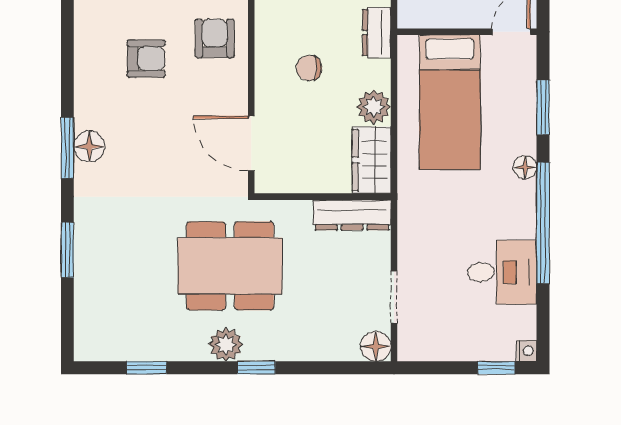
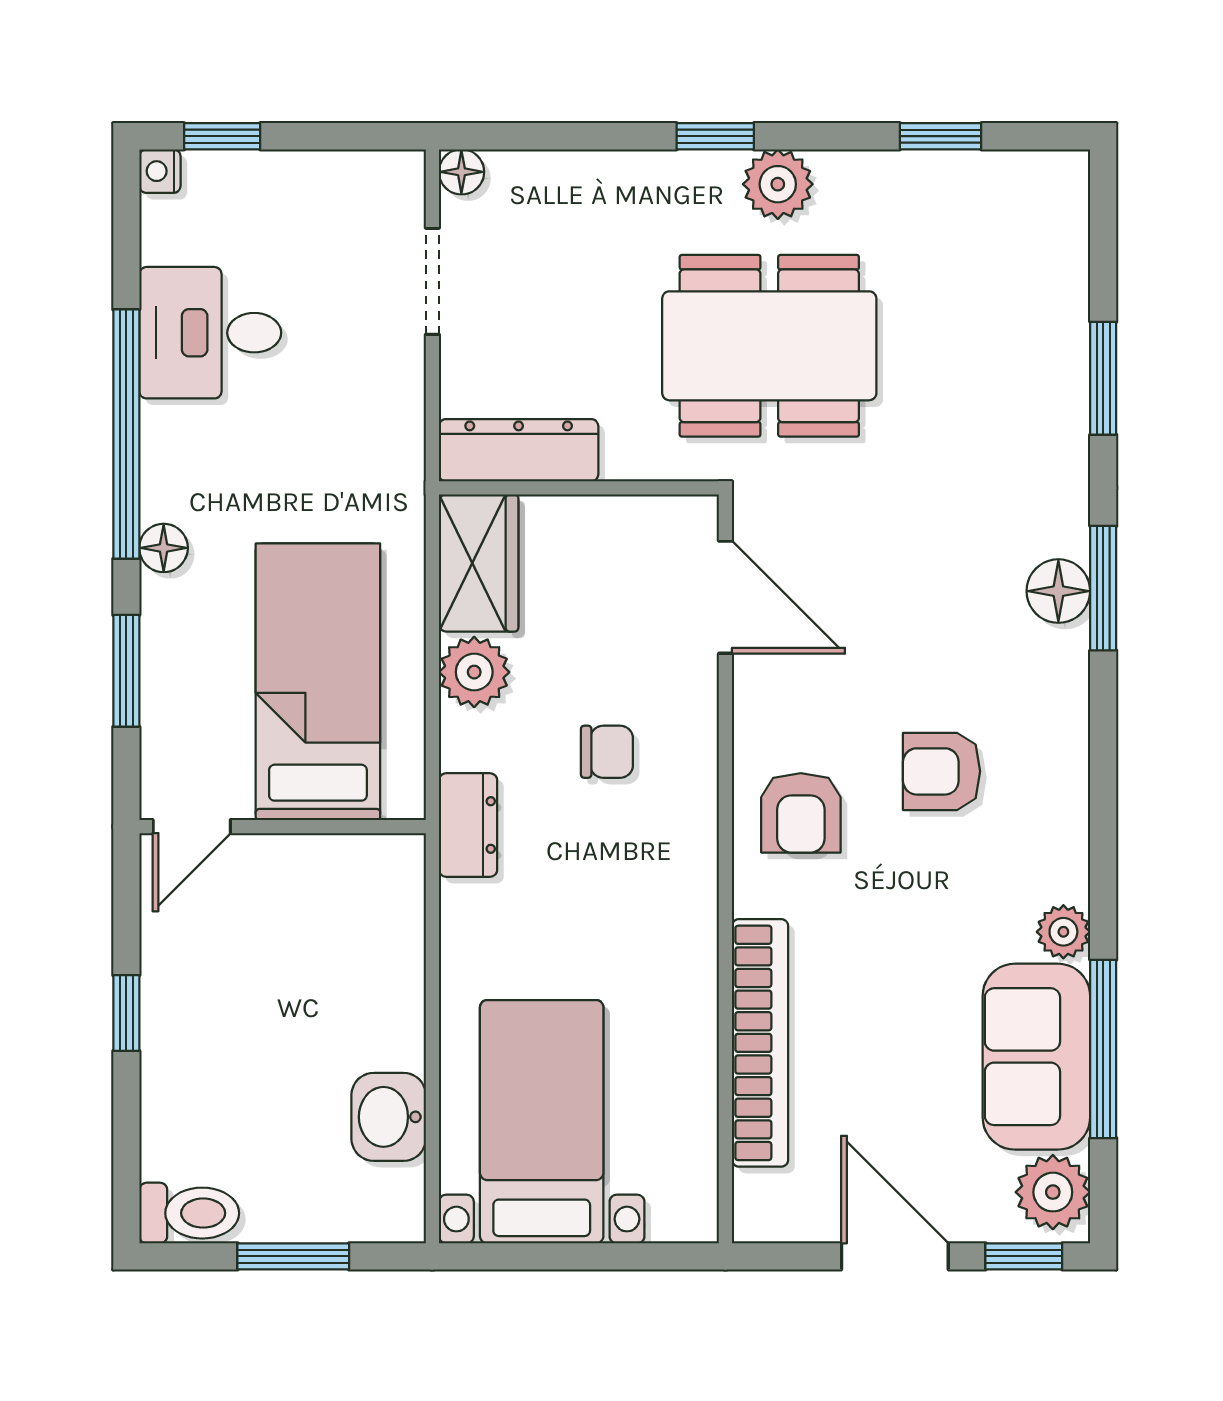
floor lamp: (376, 346) -> (461, 172), width x0.73, depth x0.73

